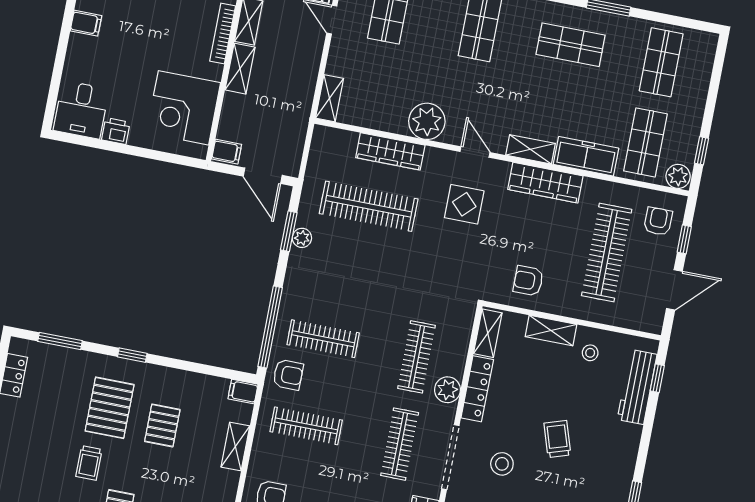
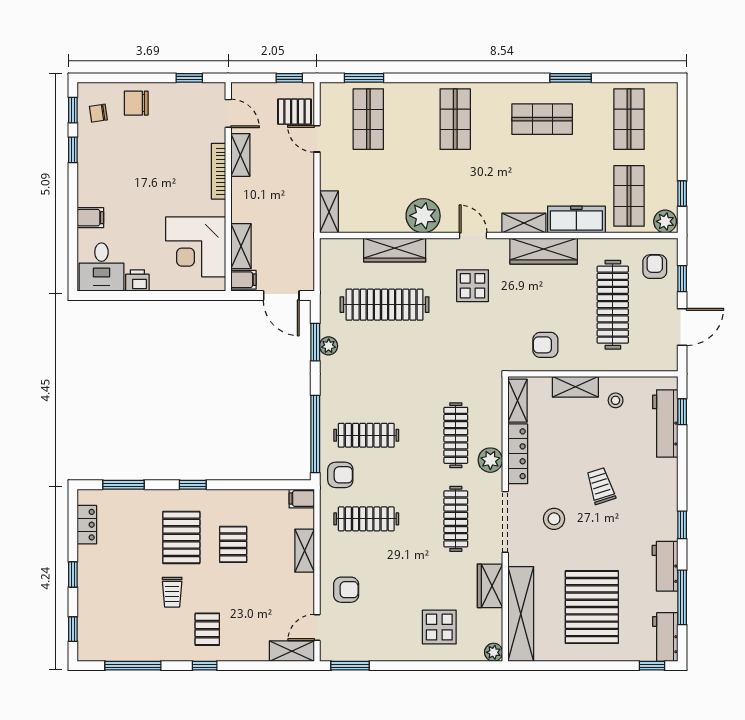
filing cabinet: (86, 23) -> (90, 218), moved
shelving: (240, 69) -> (241, 246), moved

